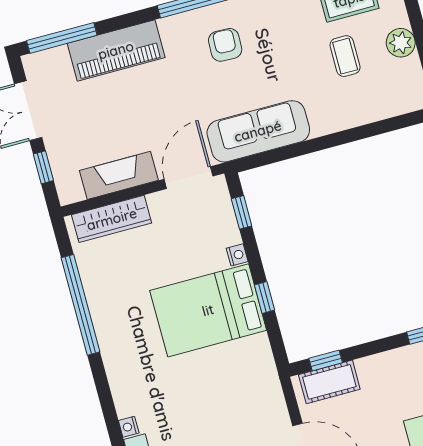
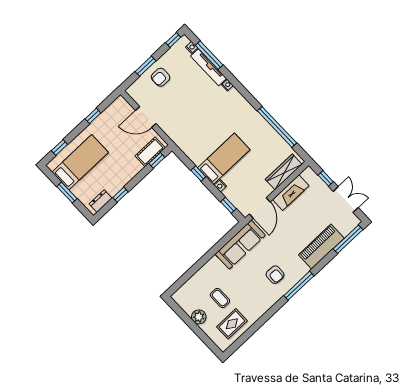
bed: (208, 310) -> (224, 159), width x0.67

